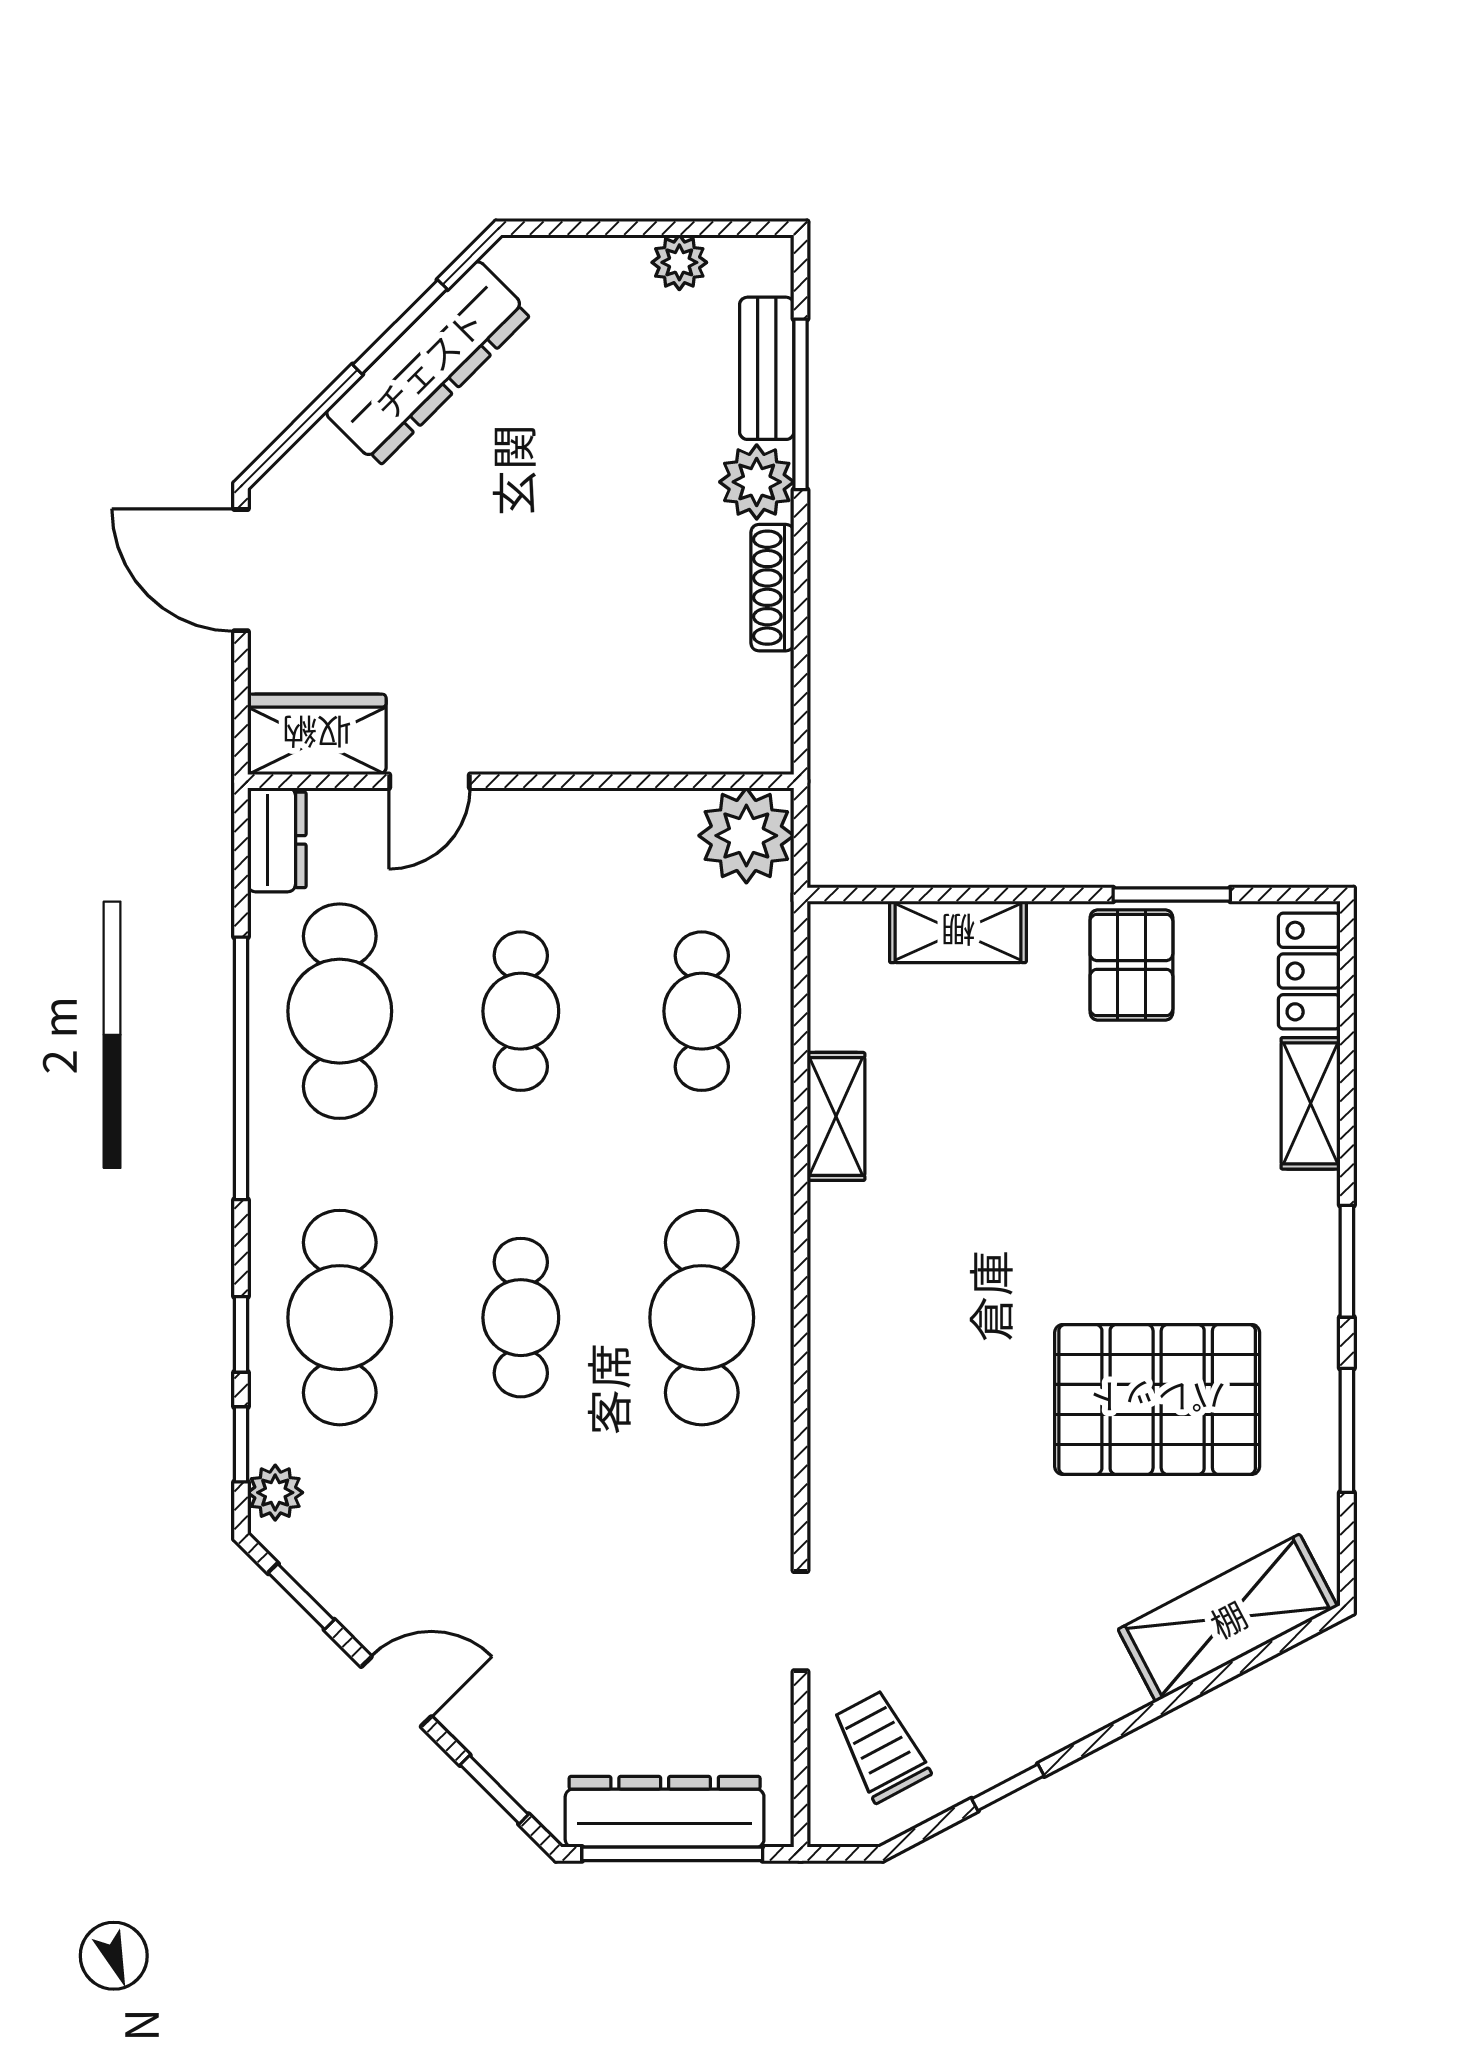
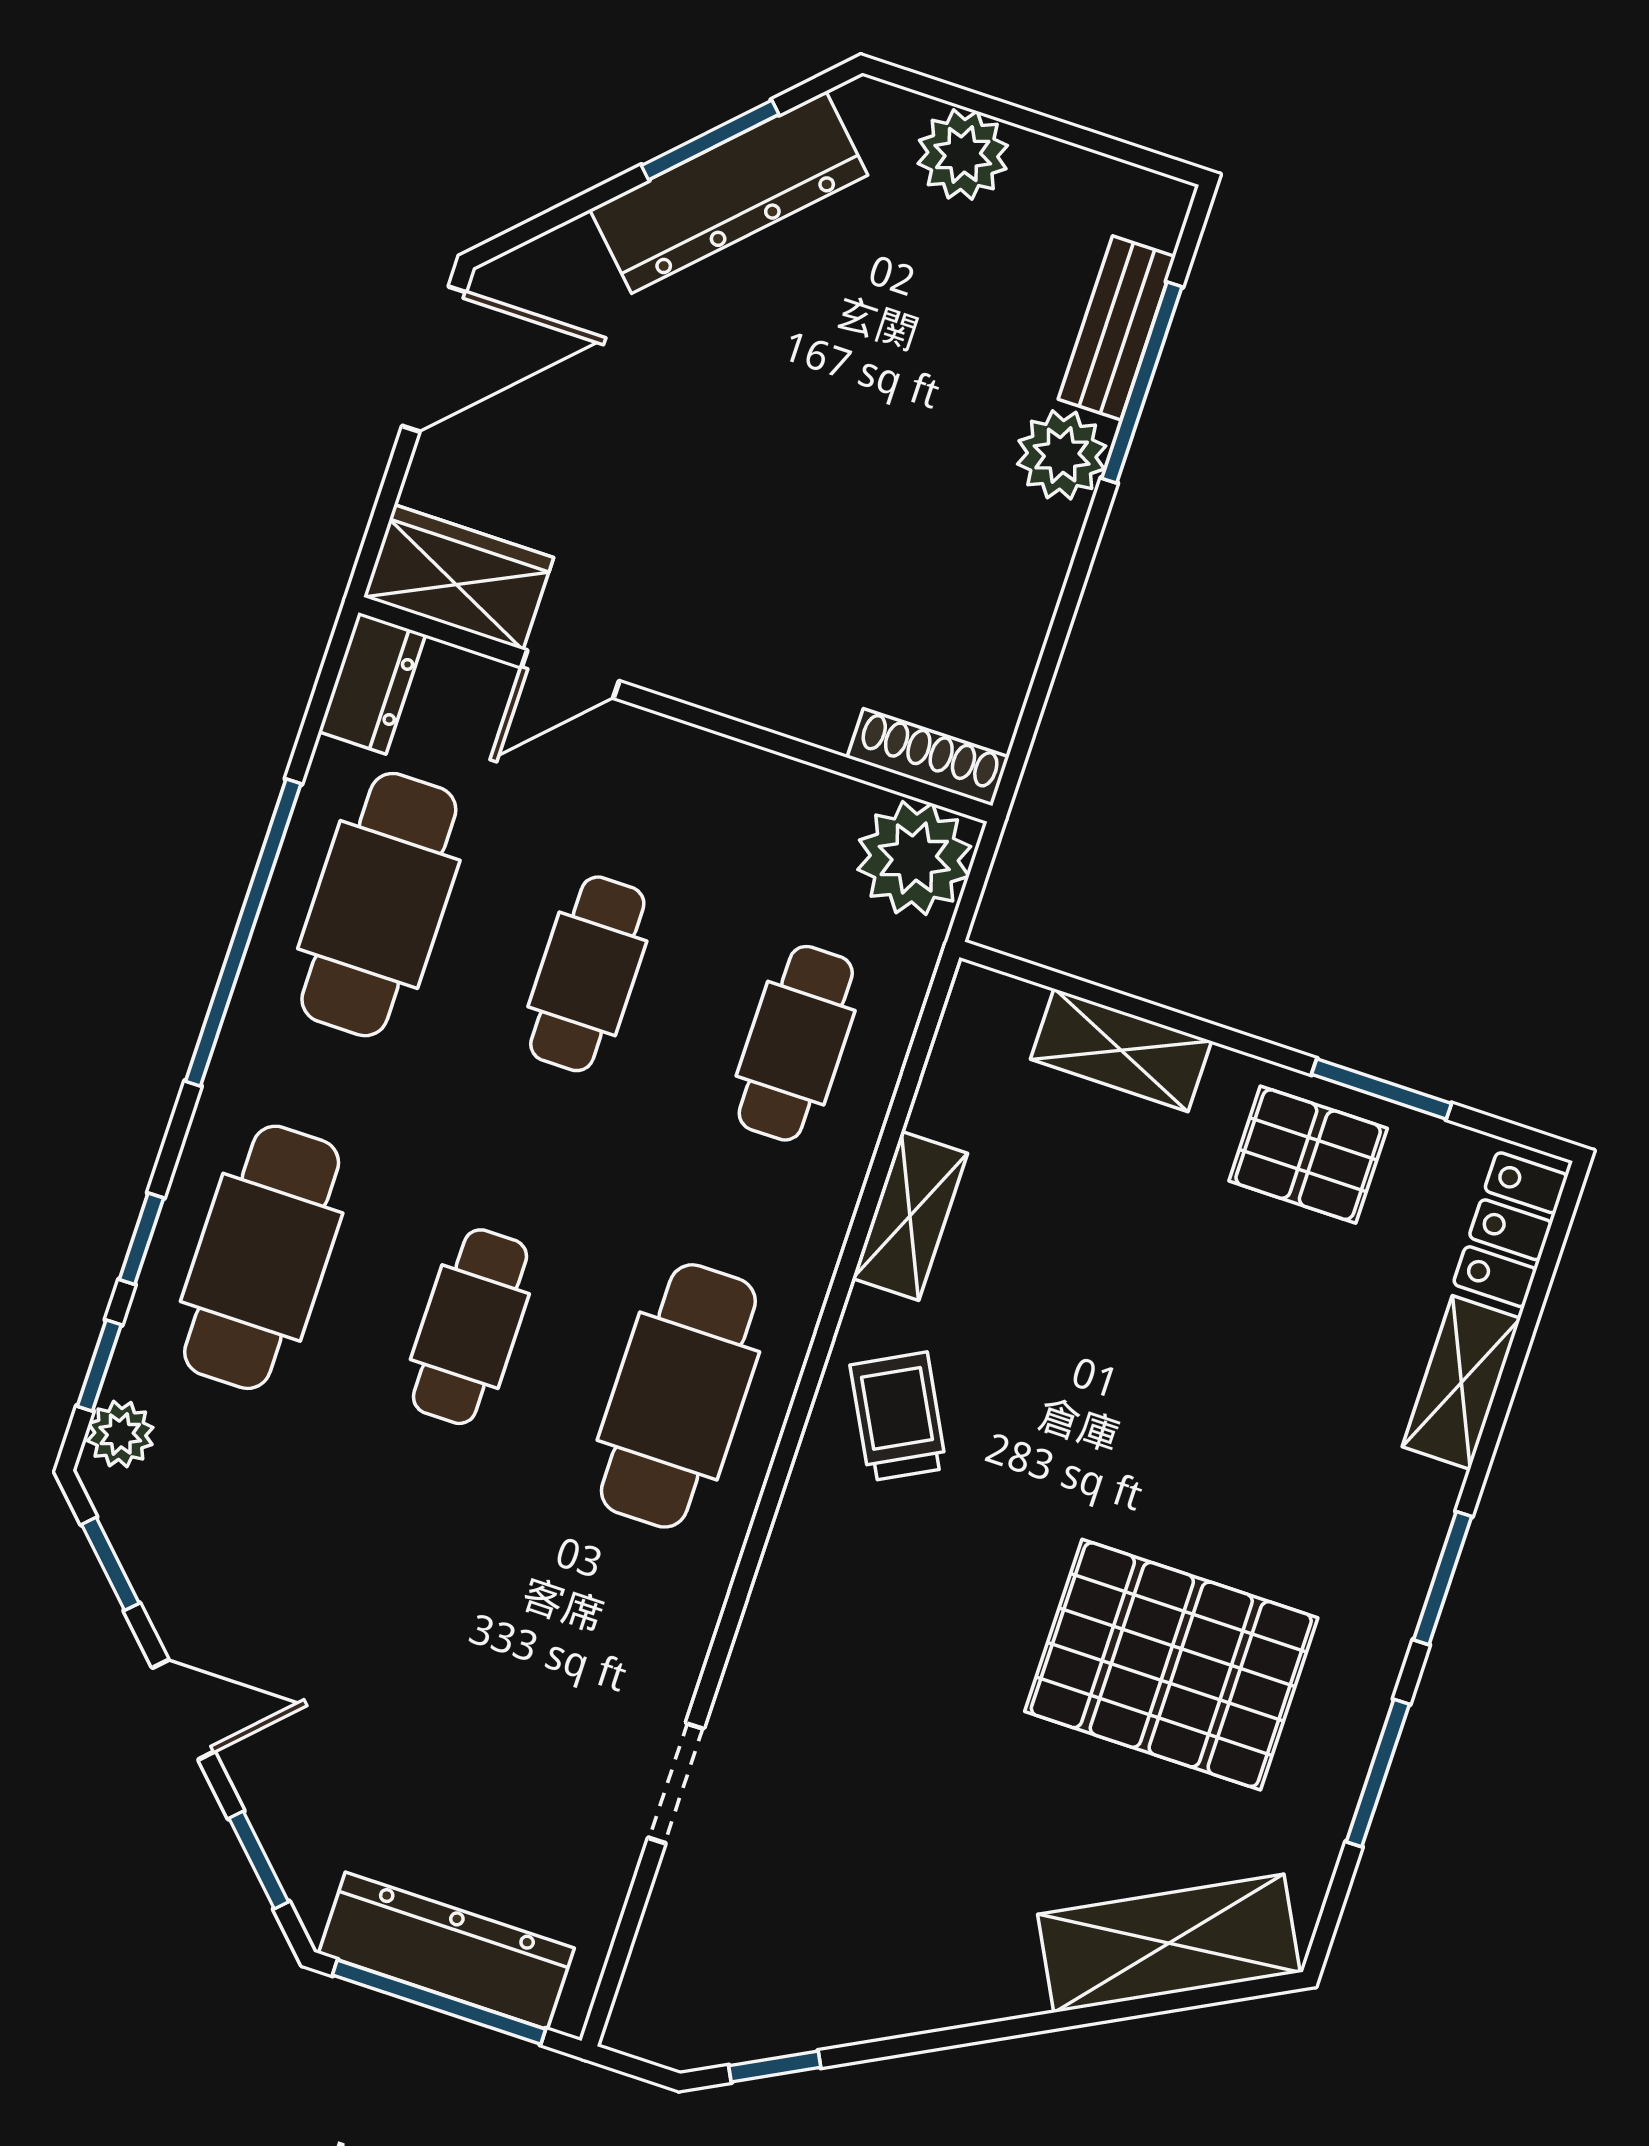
plant: (679, 262) -> (963, 155), moved, width x1.38, depth x1.38
door: (241, 570) -> (434, 359), swing flipped
shoe rack: (772, 588) -> (928, 757), moved, turned 90
pallet: (1131, 965) -> (1308, 1155), turned 90
trolley: (881, 1746) -> (898, 1417), moved
window: (1008, 1787) -> (775, 2067), moved

